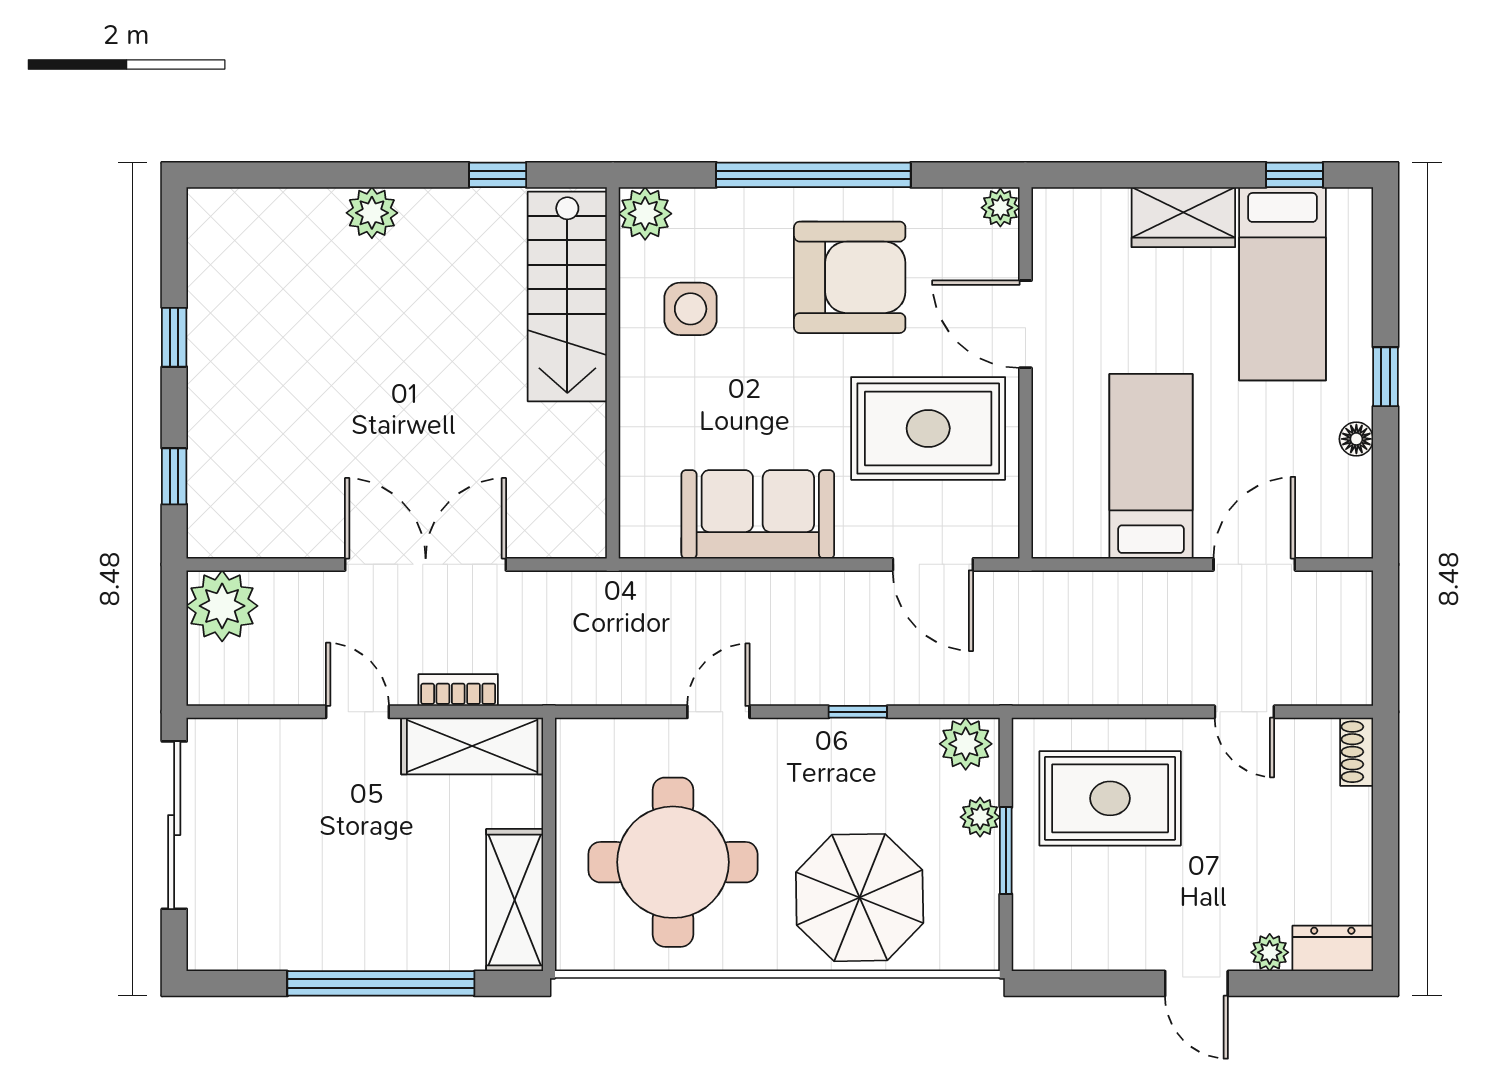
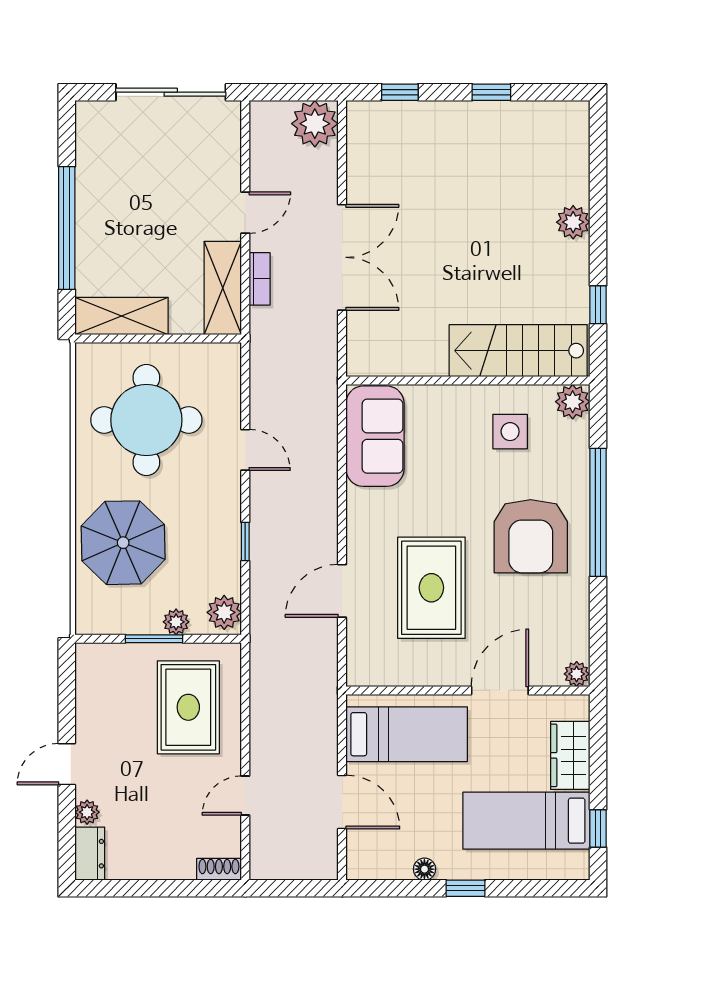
plant: (1000, 208) -> (577, 674), moved
door: (1025, 324) -> (500, 690), moved
wall: (1025, 373) -> (468, 690), moved
sofa: (758, 514) -> (375, 436), moved

